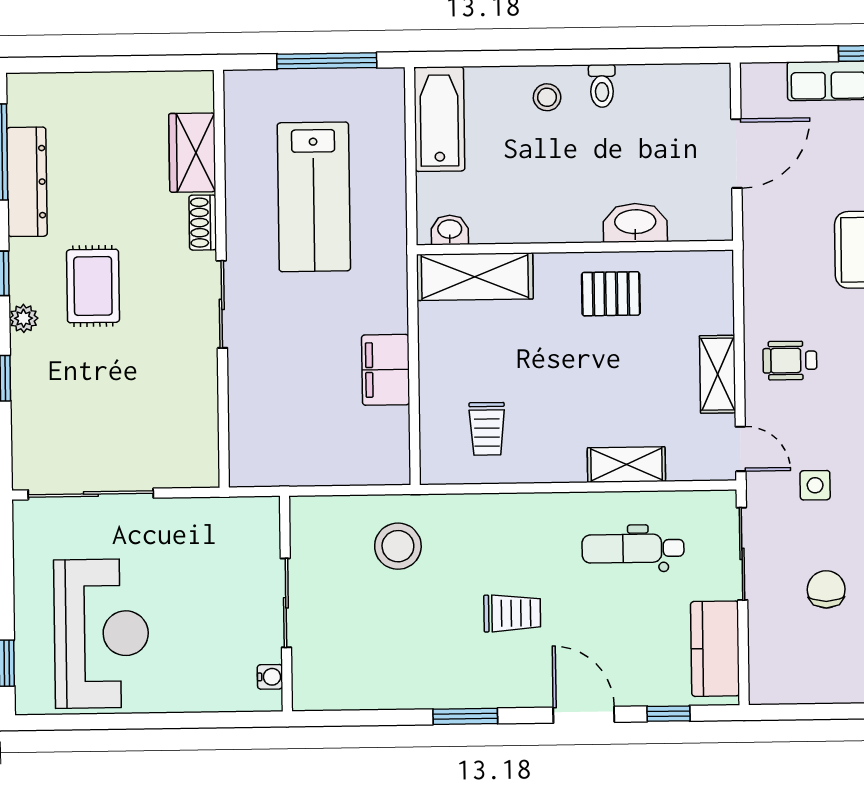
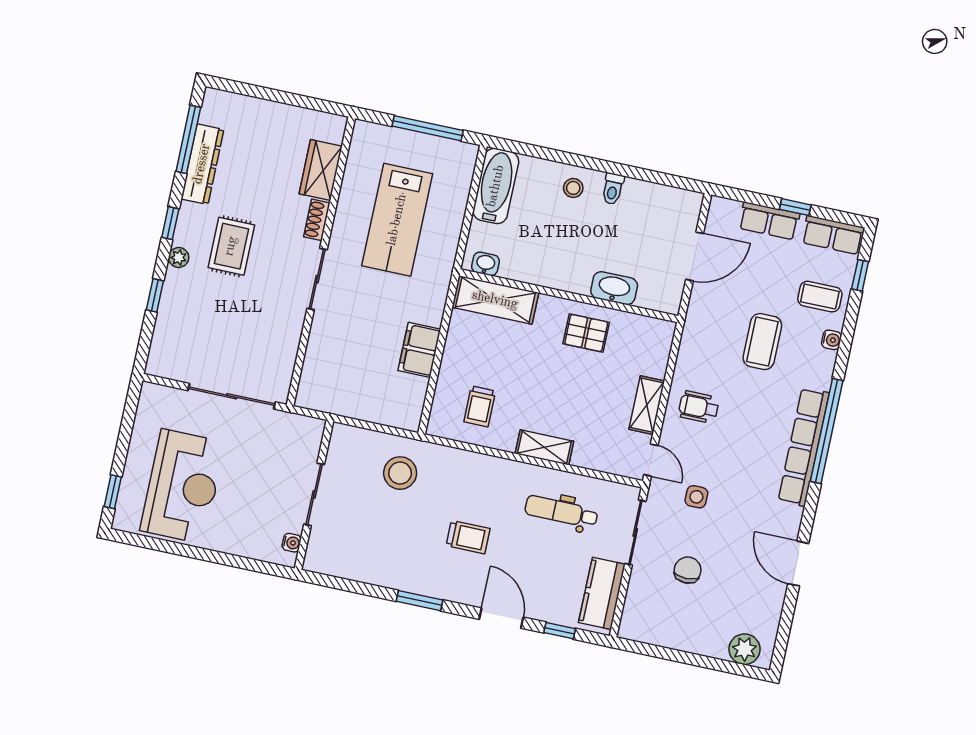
shelving: (626, 465) -> (544, 447), moved
sliding door: (91, 494) -> (232, 396), moved

